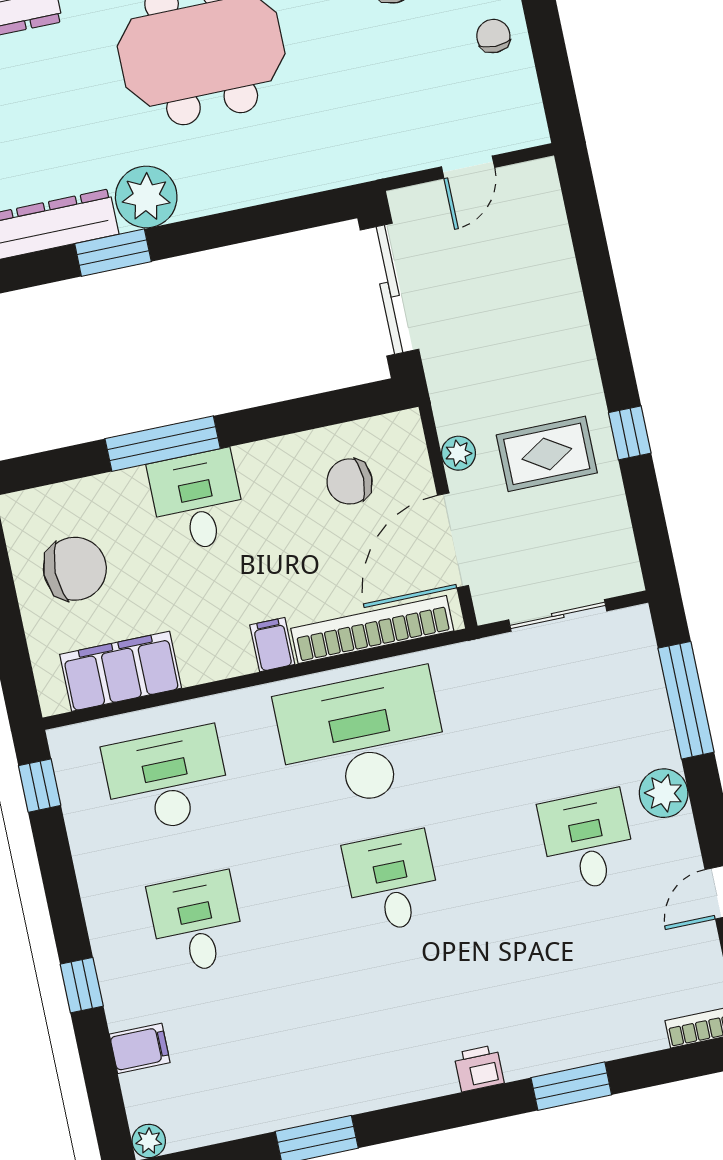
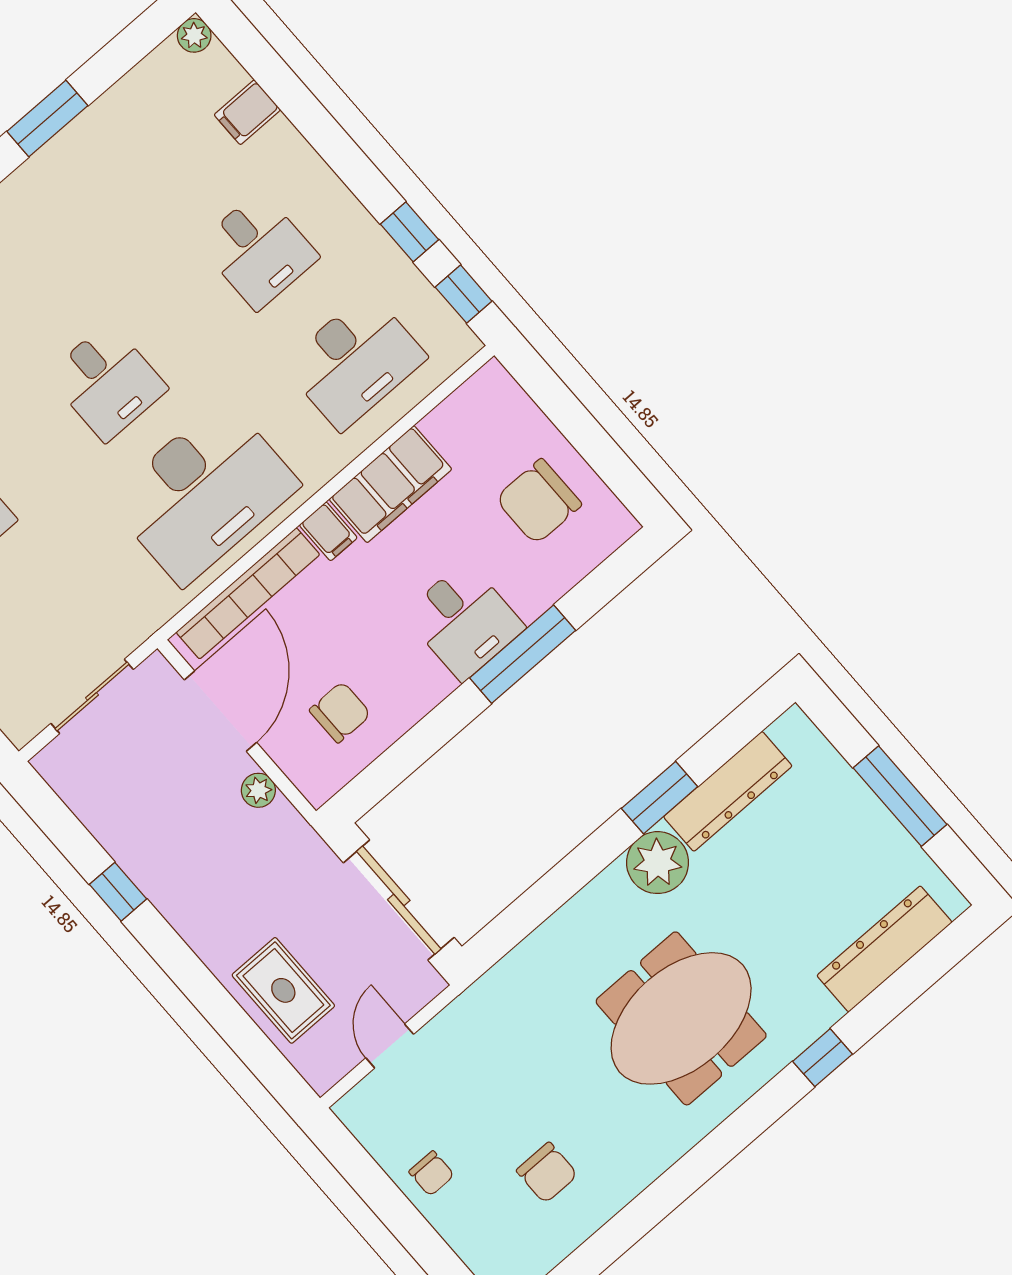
rug: (547, 454) -> (283, 990), moved, turned 90
filing cabinet: (121, 671) -> (390, 484), moved
window: (82, 985) -> (409, 232), moved

